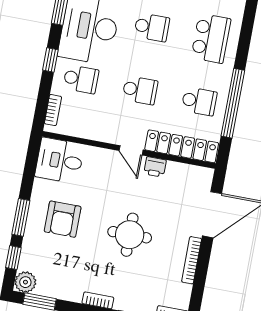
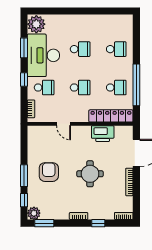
school desk: (211, 38) -> (116, 49), width x0.54
door: (131, 150) -> (64, 124), moved
desk: (60, 161) -> (41, 138), removed
printer: (155, 167) -> (103, 134), width x1.87, depth x1.48
armchair: (63, 219) -> (49, 172), turned 180

